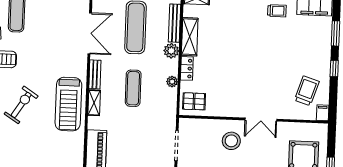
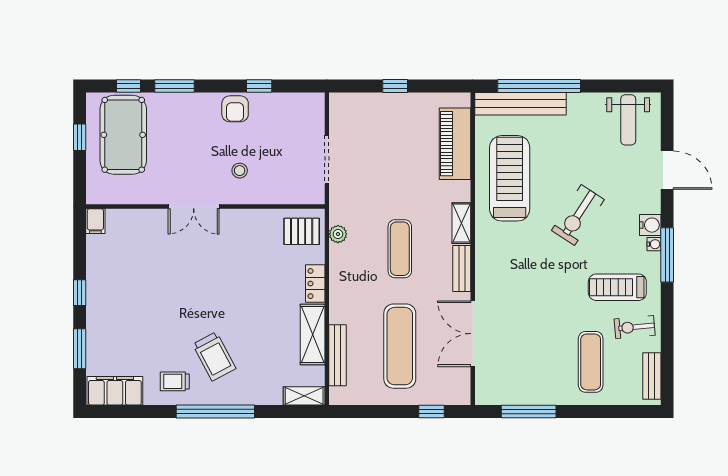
plant: (171, 51) -> (341, 311), removed
plant: (172, 82) -> (338, 234), moved
trolley: (307, 91) -> (214, 356), moved, turned -46
treadmill: (68, 104) -> (510, 178), moved
double door: (261, 120) -> (194, 206), swing flipped
stool: (231, 141) -> (240, 171), width x0.53, depth x0.53

